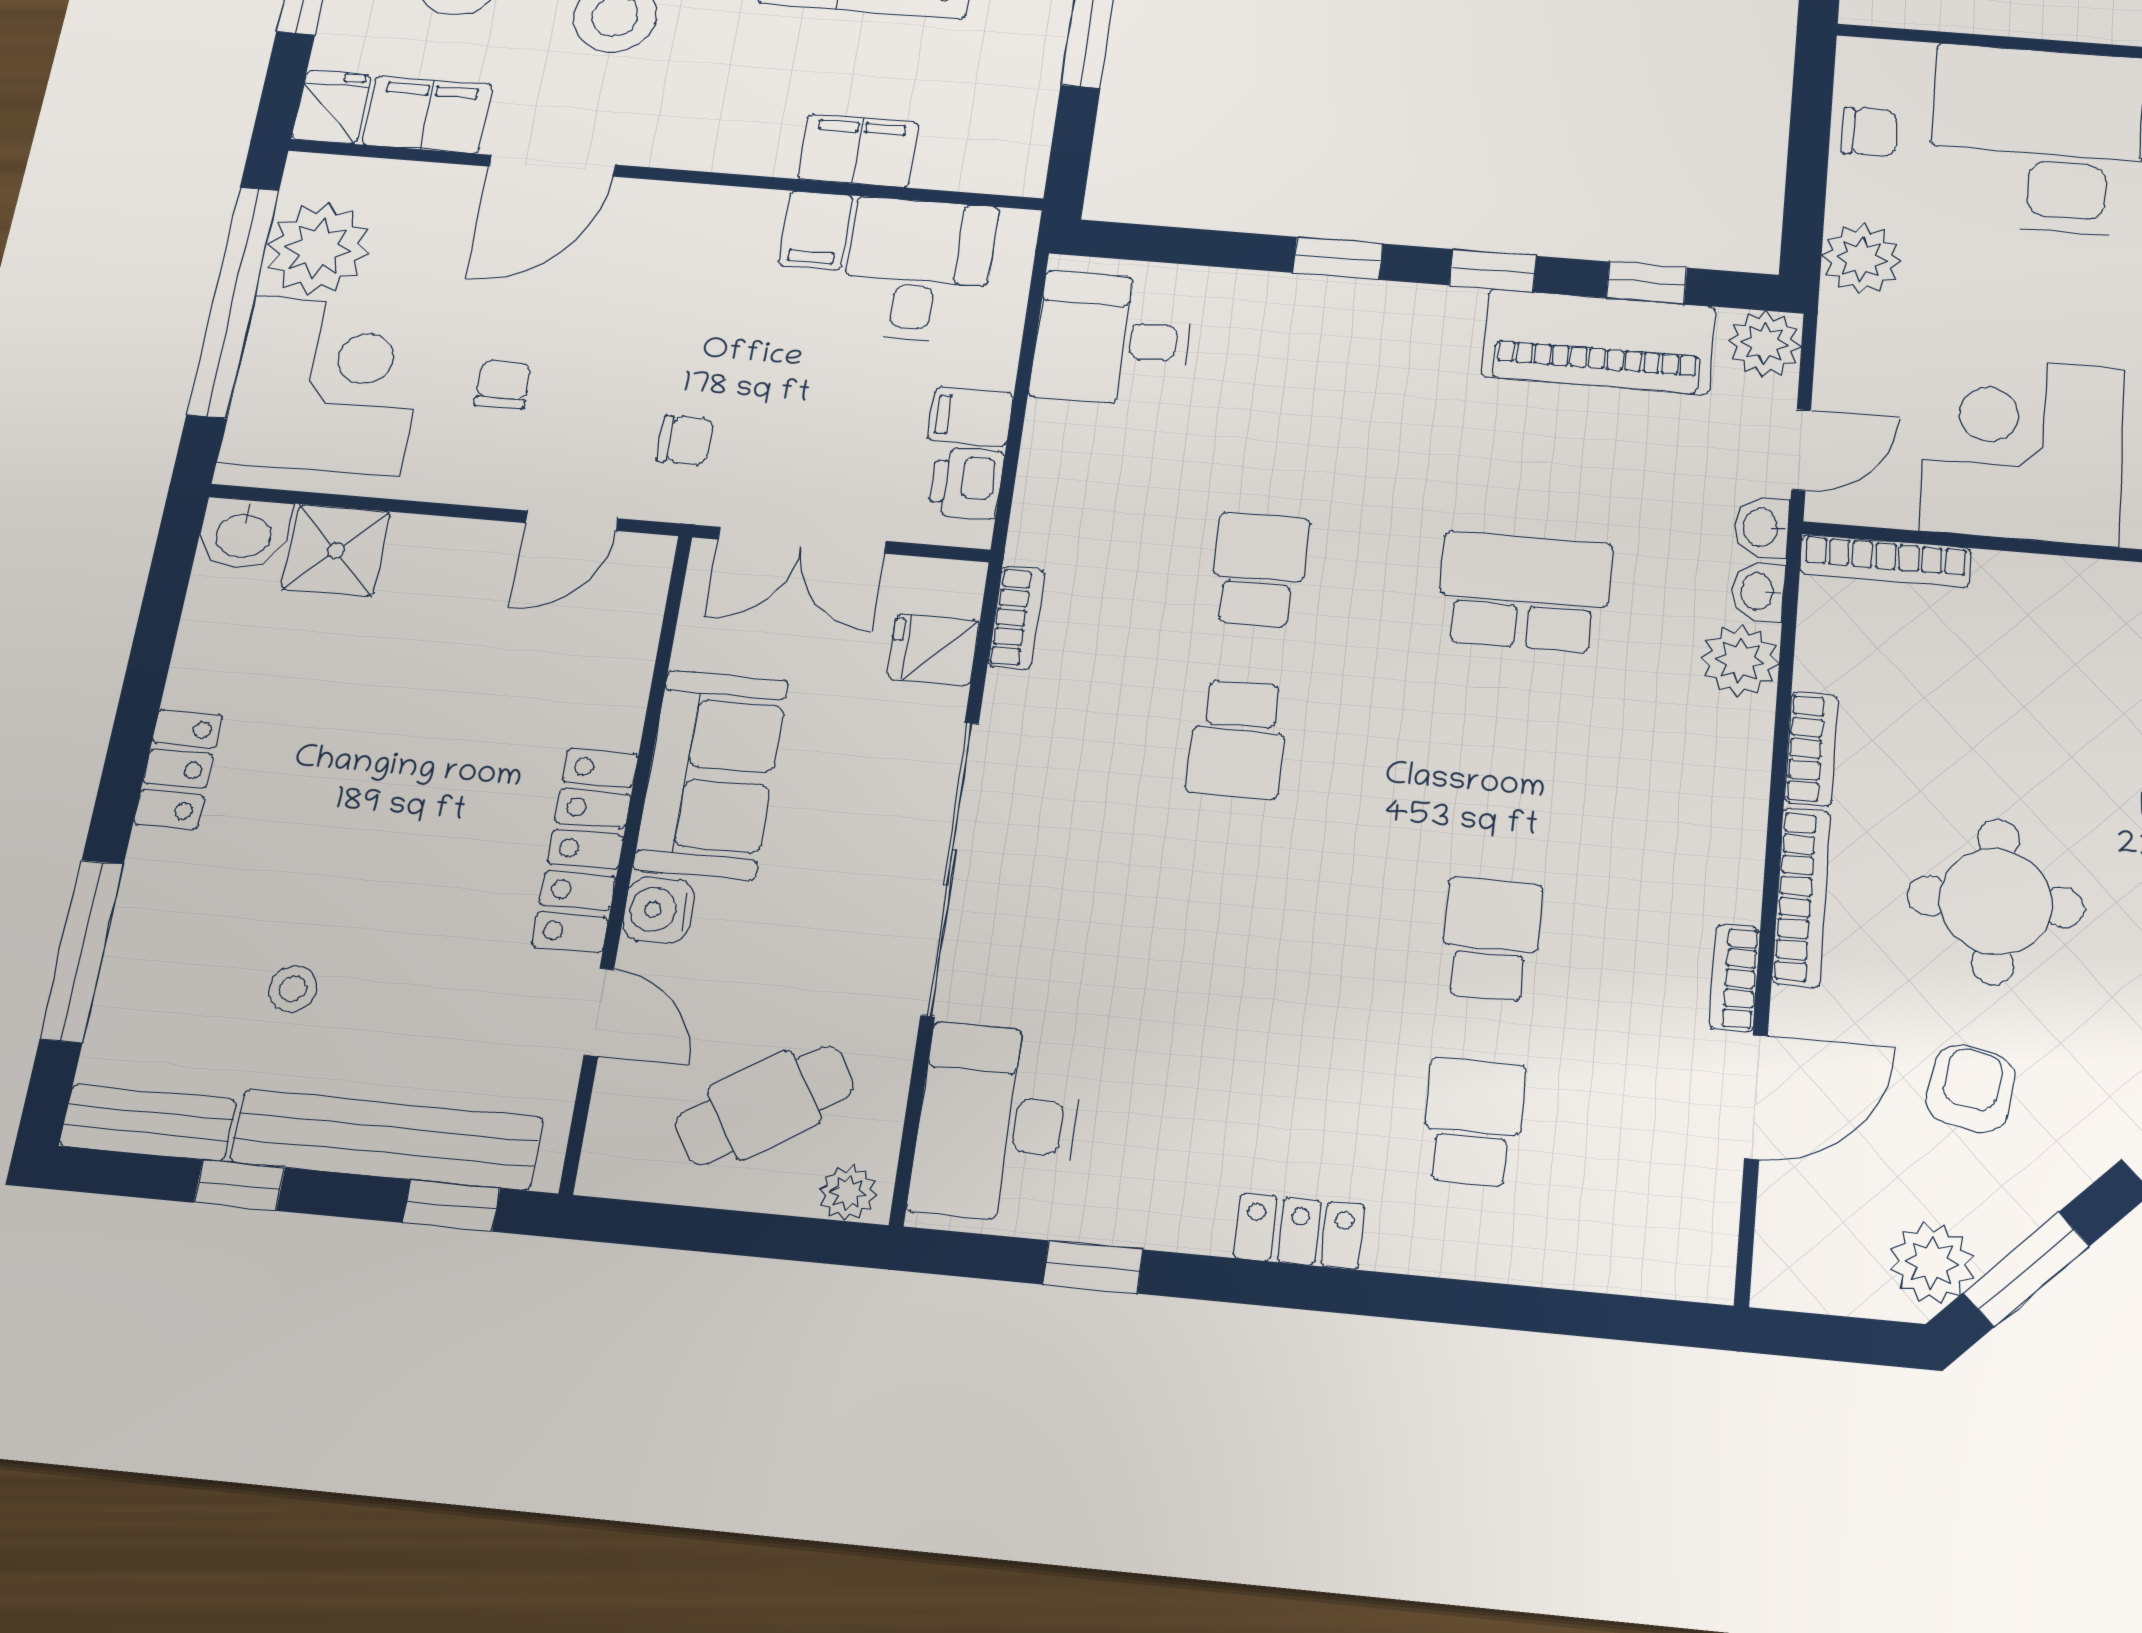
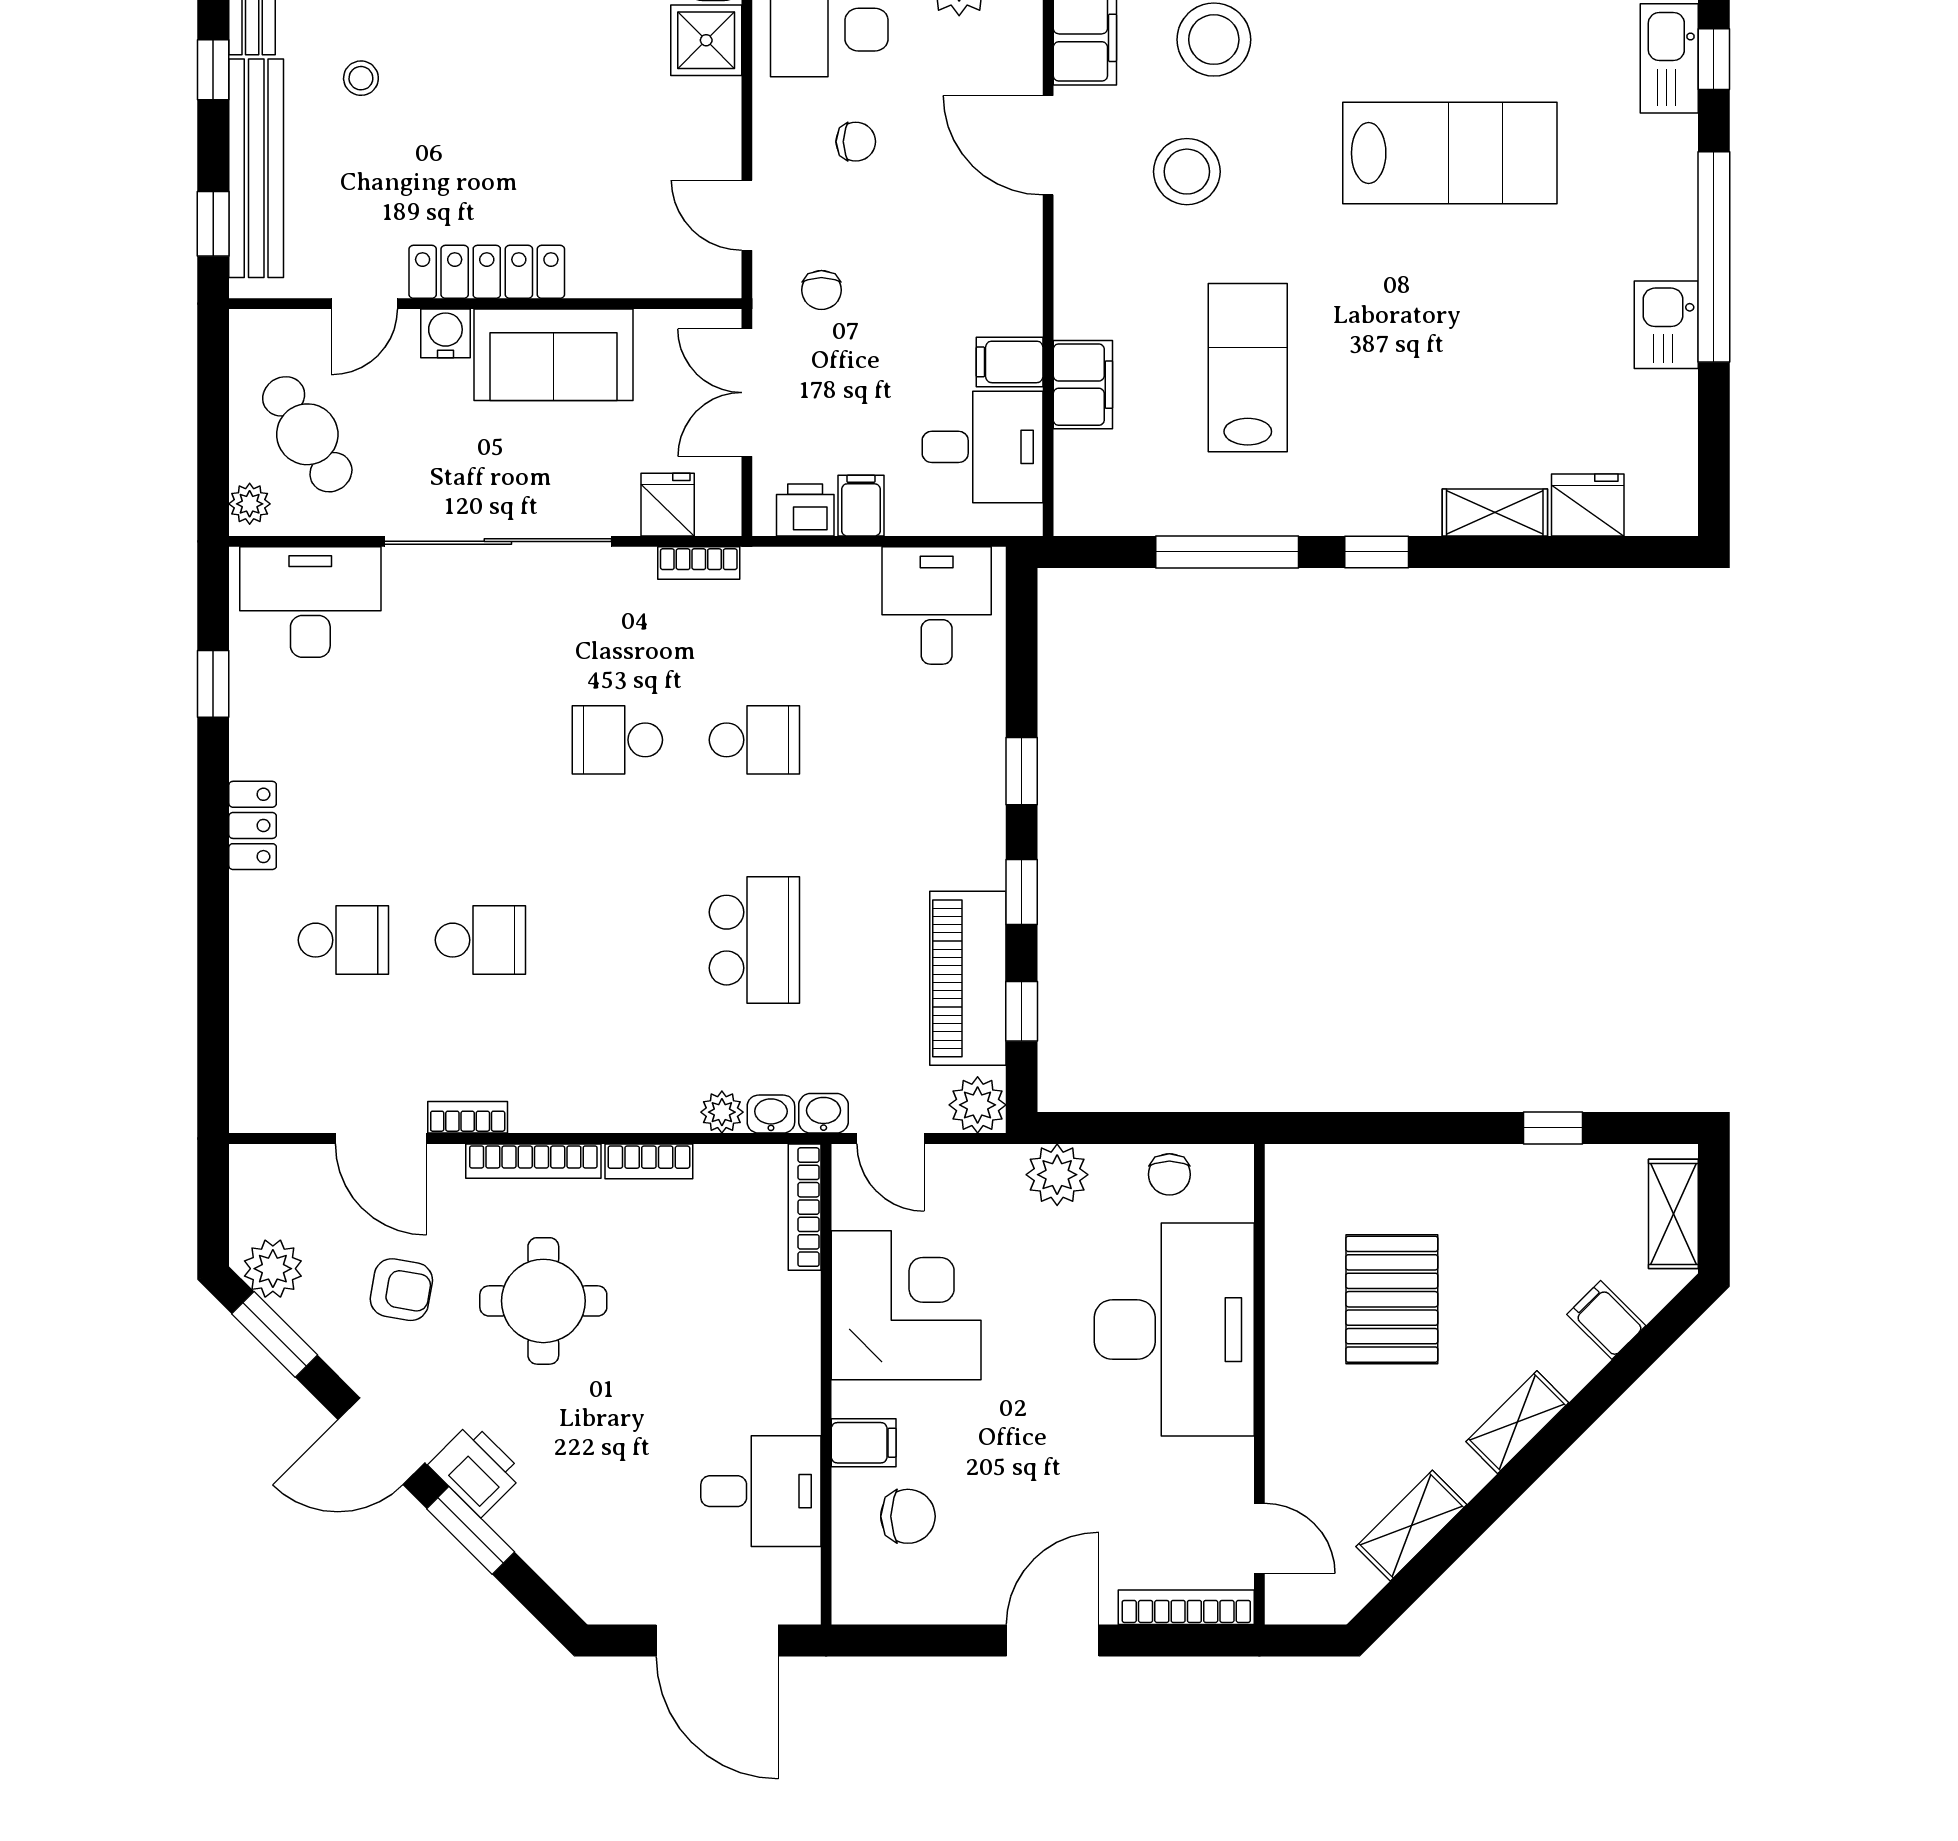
plant: (1740, 661) -> (722, 1112), width x0.73, depth x0.73

